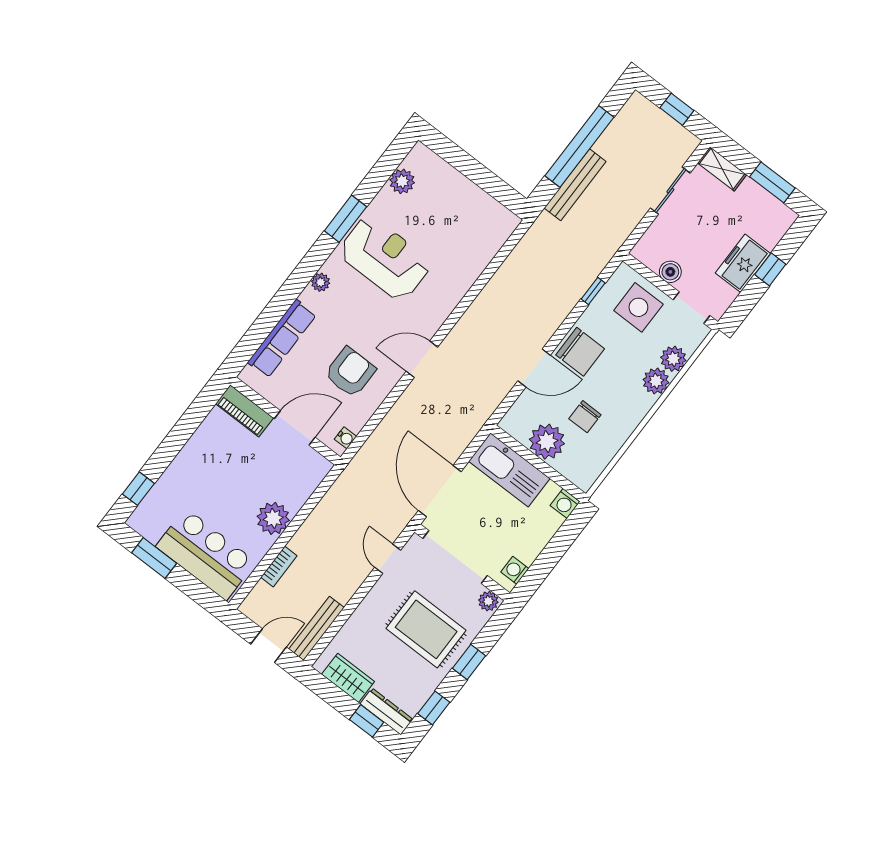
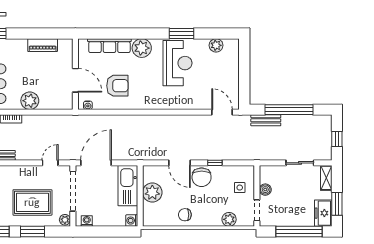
bench: (575, 185) -> (266, 120), width x0.73
freezer: (743, 263) -> (323, 213), moved, turned -90
window: (770, 269) -> (299, 231), width x3.17
plant: (321, 282) -> (142, 48), width x1.88, depth x1.88
window: (593, 291) -> (215, 163), moved
side table: (638, 307) -> (240, 188), width x0.54, depth x0.54
door: (422, 359) -> (222, 112), moved
plant: (656, 381) -> (214, 219), removed
piano: (244, 411) -> (43, 45), moved, turned -90
chair: (585, 417) -> (185, 215), moved
rug: (426, 629) -> (32, 202), turned 90
window: (469, 662) -> (33, 231), width x1.50

